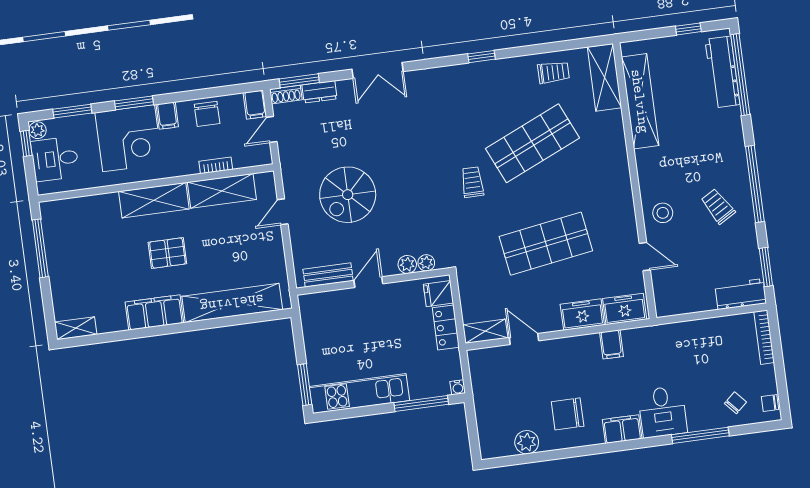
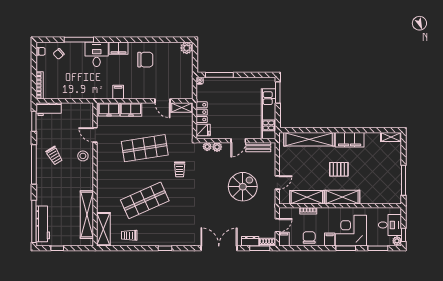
double door: (378, 70) -> (219, 248), width x1.37
trolley: (472, 182) -> (180, 169), moved
kitchen unit: (359, 394) -> (268, 114), moved, turned 90
plant: (527, 442) -> (187, 48), moved

